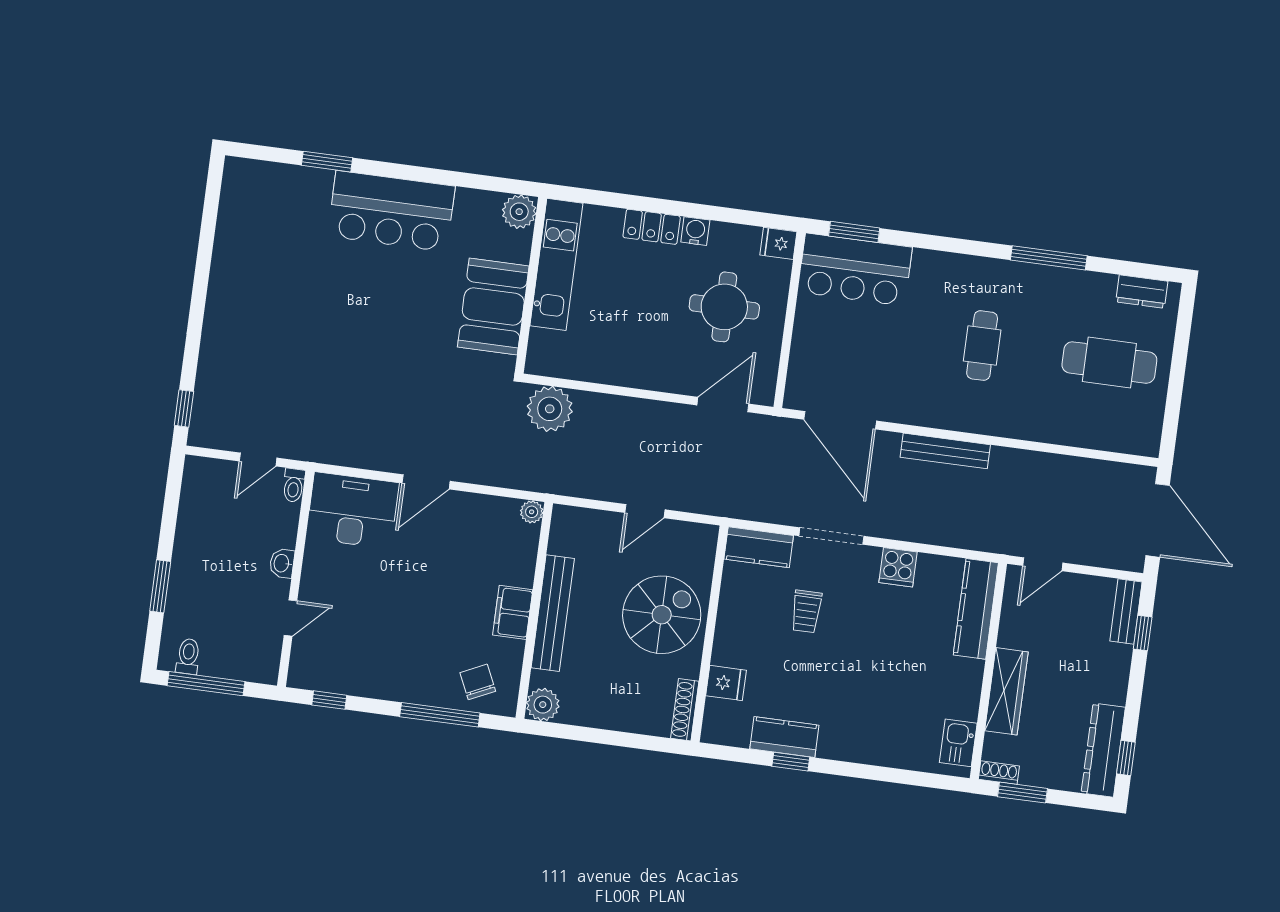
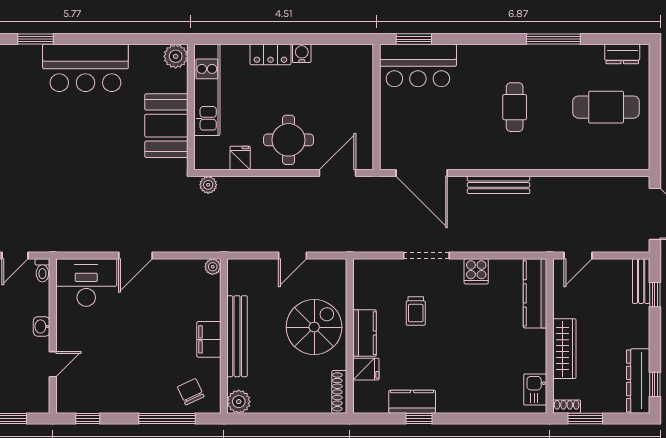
fridge: (778, 243) -> (240, 158), moved, turned 90
round table: (724, 307) -> (289, 140), moved
plant: (550, 409) -> (208, 185), width x0.53, depth x0.53
kitchen counter: (759, 547) -> (364, 333), moved, turned -90

